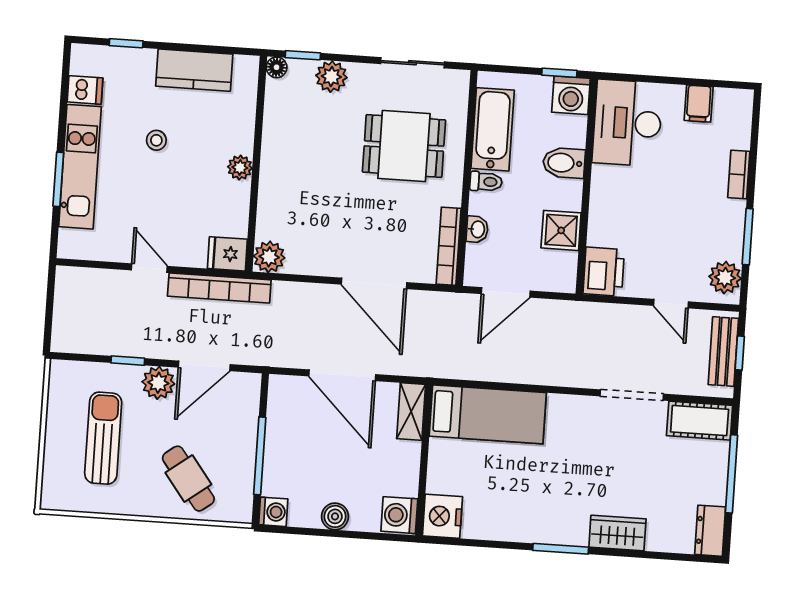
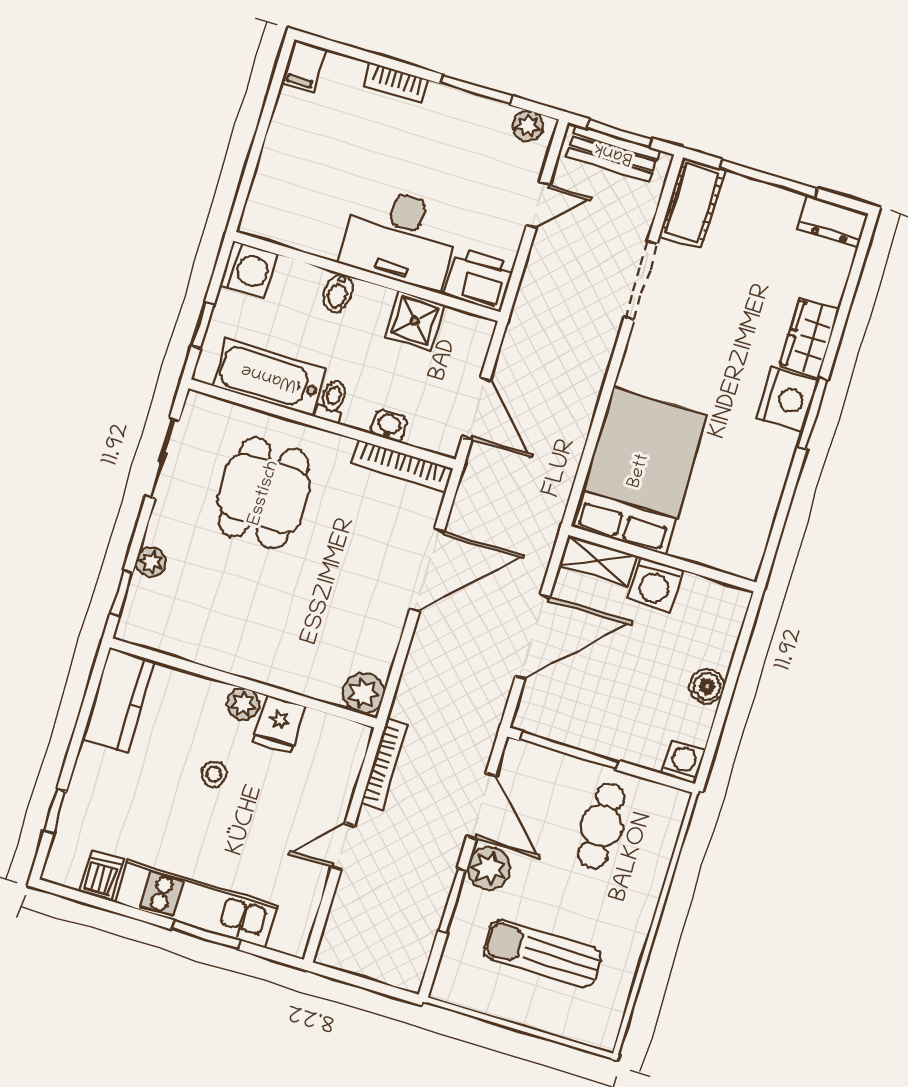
floor lamp: (277, 67) -> (129, 630), removed
kitchen counter: (194, 70) -> (119, 700), moved
window: (559, 73) -> (203, 326), moved
plant: (331, 77) -> (151, 562), width x0.73, depth x0.73
filing cabinet: (699, 104) -> (304, 66), moved, turned 90
desk: (627, 123) -> (401, 238), moved
stool: (156, 140) -> (214, 774), moved
bidet: (564, 163) -> (338, 293), width x0.72, depth x0.74
fridge: (227, 254) -> (279, 724), moved
plant: (725, 278) -> (528, 126), width x0.73, depth x0.73
bookcase: (219, 288) -> (385, 764), width x0.68, depth x0.76
window: (740, 353) -> (620, 133), width x1.50
window: (128, 361) -> (452, 900), width x1.50
bed: (488, 414) -> (639, 471), width x1.50
window: (260, 456) -> (569, 750), moved
cafe table: (188, 479) -> (602, 826), moved, turned -53
washing machine: (399, 515) -> (655, 584), moved
nightstand: (442, 516) -> (787, 399), moved, turned -90

